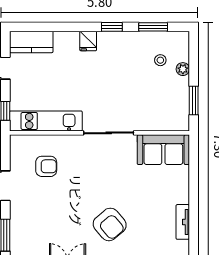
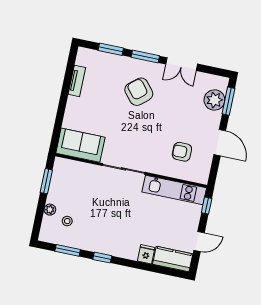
fridge: (88, 41) -> (146, 254), moved
plant: (22, 233) -> (214, 100), added

